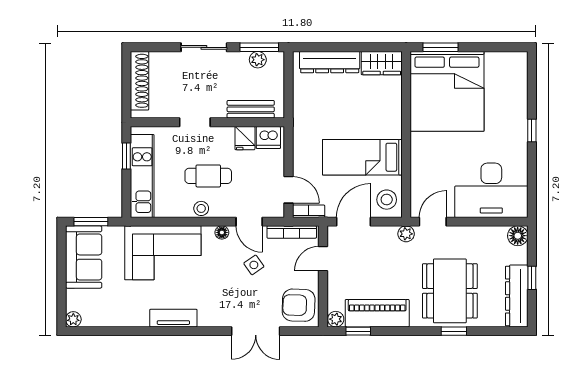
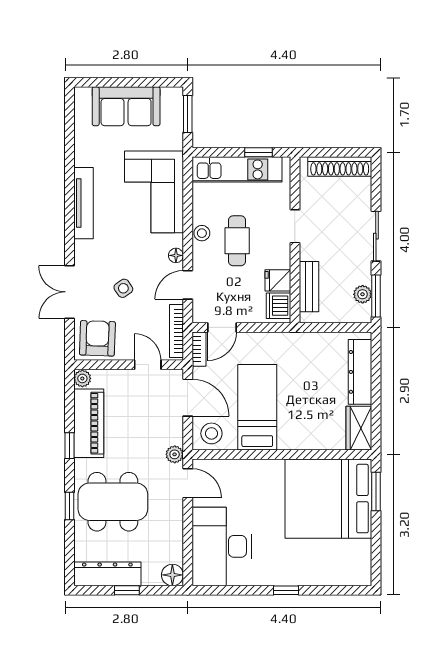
sofa: (84, 257) -> (126, 106), moved
side table: (254, 265) -> (123, 288), moved
tv unit: (173, 318) -> (84, 203), width x1.41
plant: (73, 319) -> (82, 95), removed
window: (358, 331) -> (69, 446), moved

